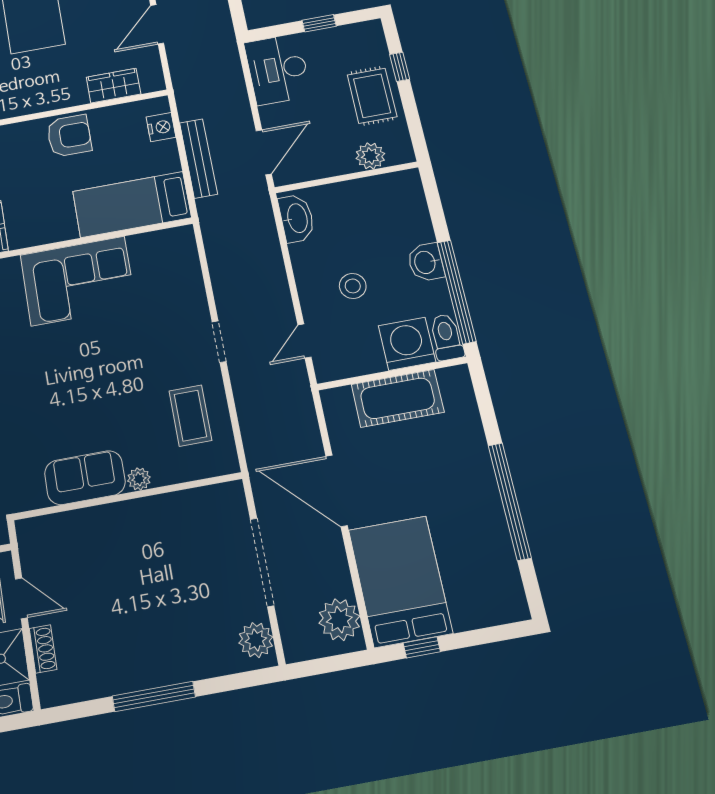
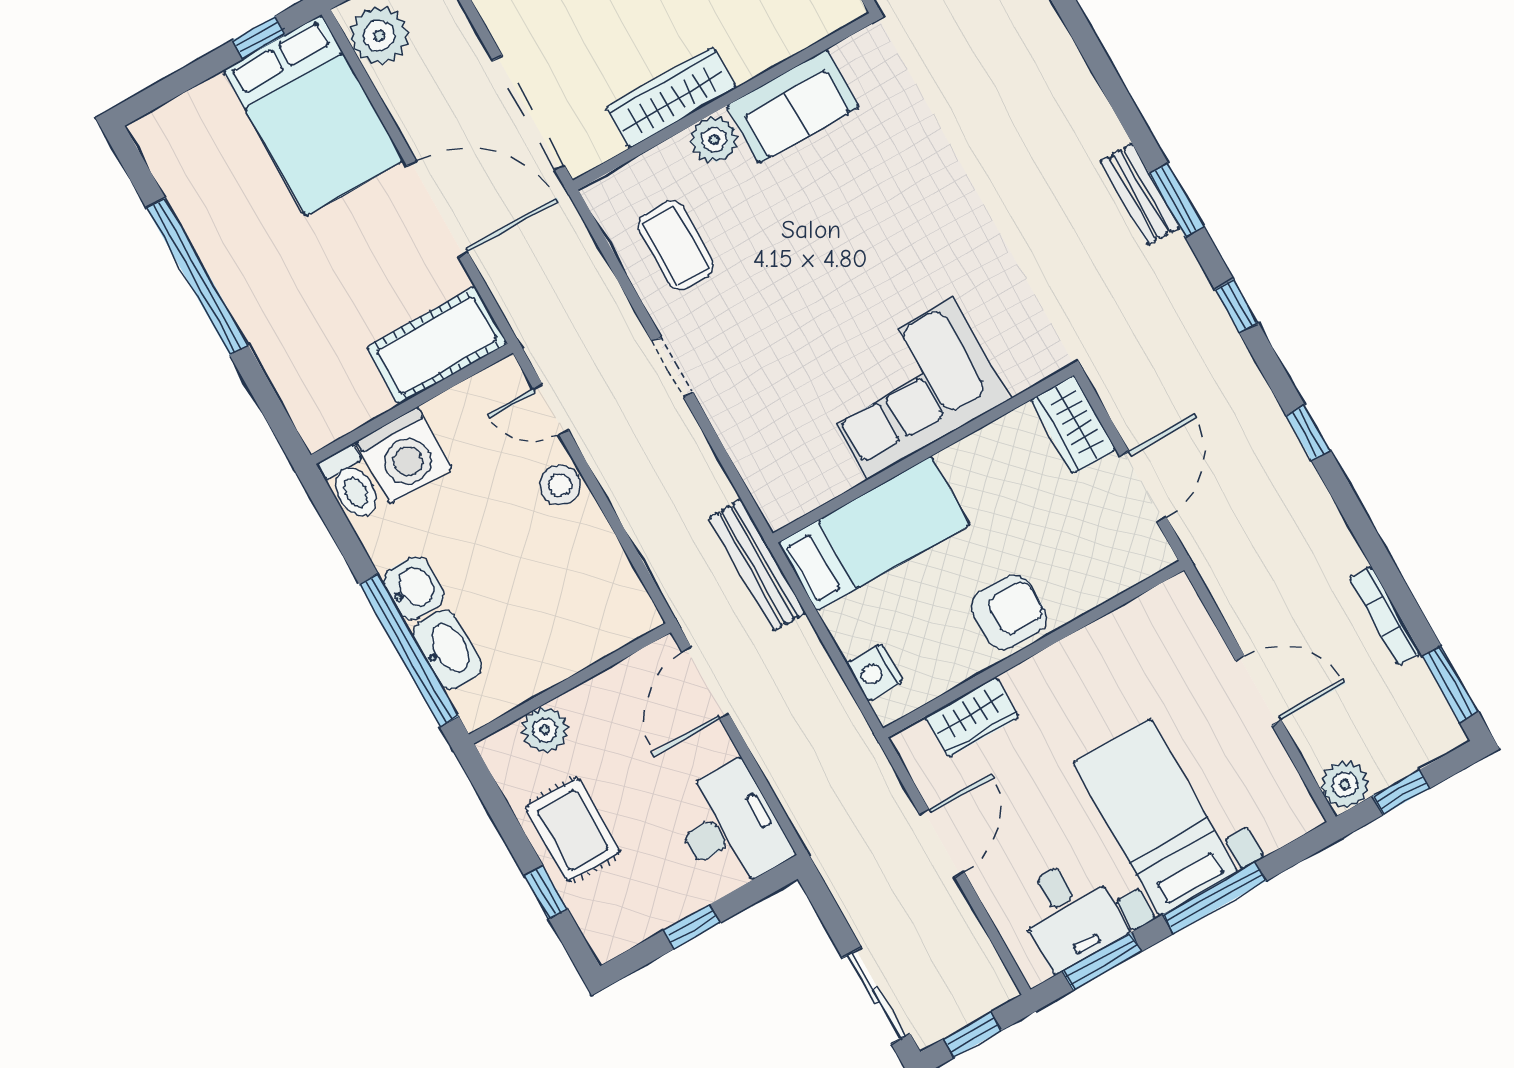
armchair: (69, 136) -> (1009, 612), turned 180
bench: (198, 158) -> (758, 565), moved
washbasin: (297, 218) -> (447, 650), moved, turned 180
stool: (353, 286) -> (560, 485), moved
window: (457, 292) -> (409, 650), moved
door: (304, 341) -> (551, 410), swing flipped
cot: (398, 398) -> (437, 346), moved
plant: (139, 479) -> (714, 140), width x1.38, depth x1.38
wardrobe: (160, 510) -> (671, 98), added
doorway: (262, 562) -> (529, 113), moved

